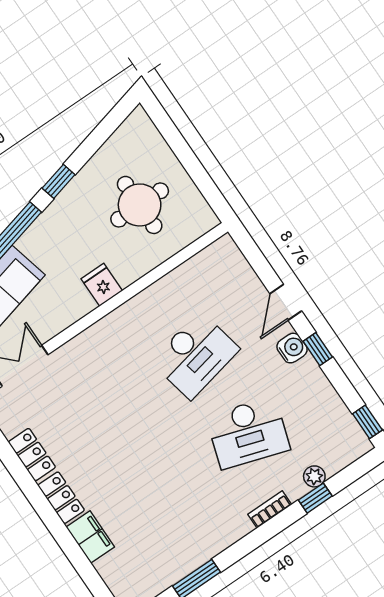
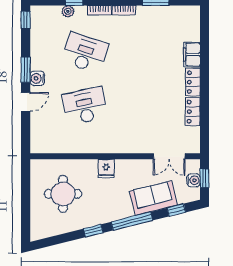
window: (318, 349) -> (26, 70), width x1.50
bookcase: (234, 534) -> (124, 10), added

